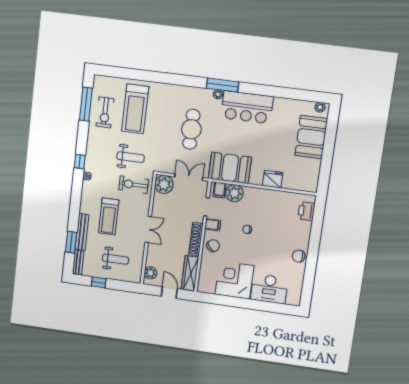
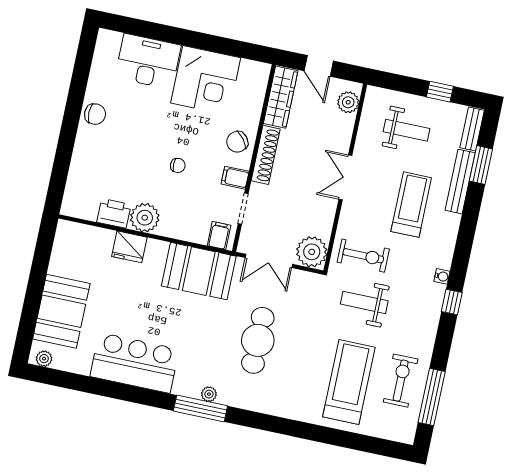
bar counter: (247, 107) -> (135, 363), moved
plant: (234, 193) -> (145, 218), moved
printer: (306, 211) -> (114, 213), moved, turned -90
weight bench: (115, 259) -> (407, 130), turned 180

